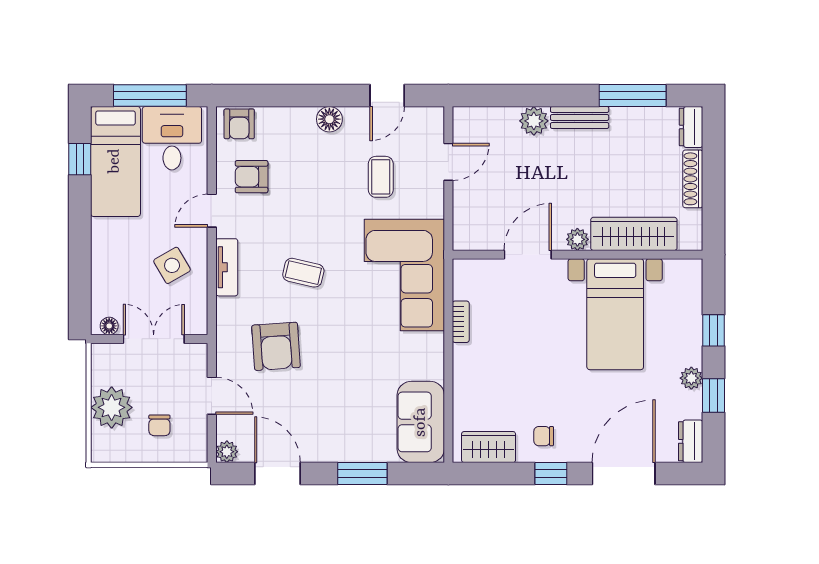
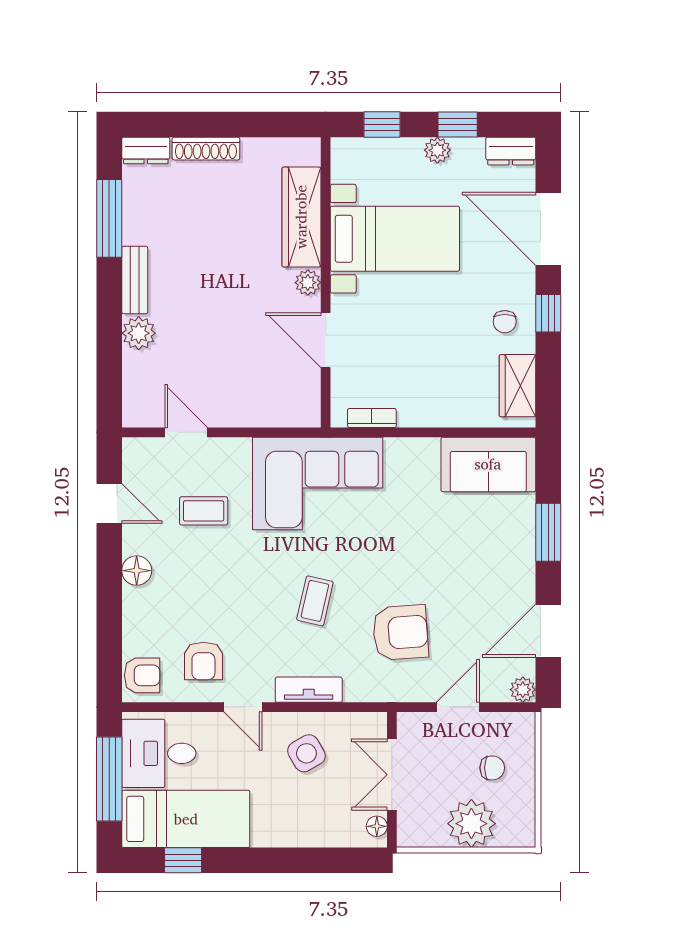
wardrobe: (634, 234) -> (301, 217), moved
plant: (577, 239) -> (308, 283), moved
door: (528, 255) -> (326, 340), moved
wall: (578, 255) -> (326, 282), moved
bed with nightstands: (615, 314) -> (395, 239), moved

